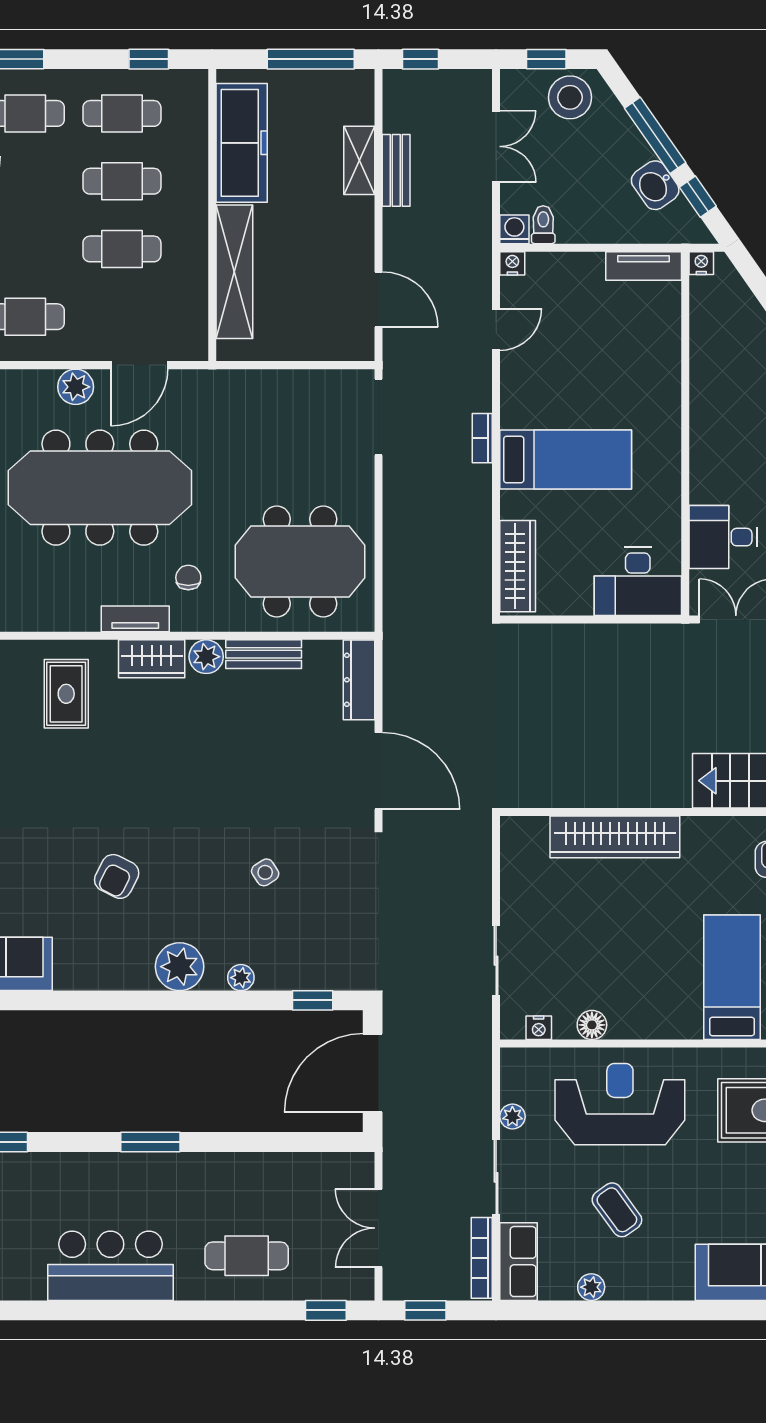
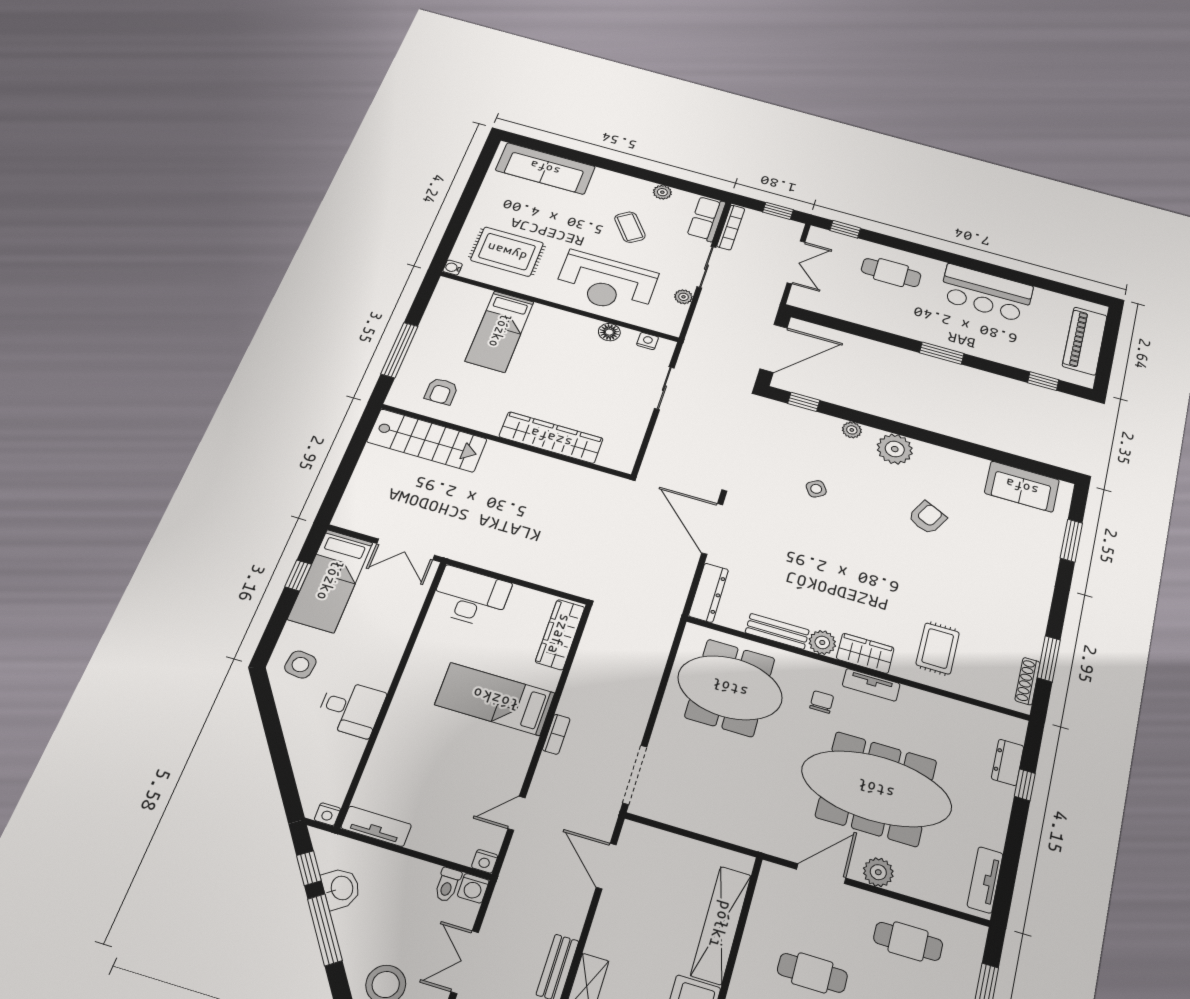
desk: (723, 537) -> (351, 708), moved
chair: (188, 578) -> (822, 702), turned 180

